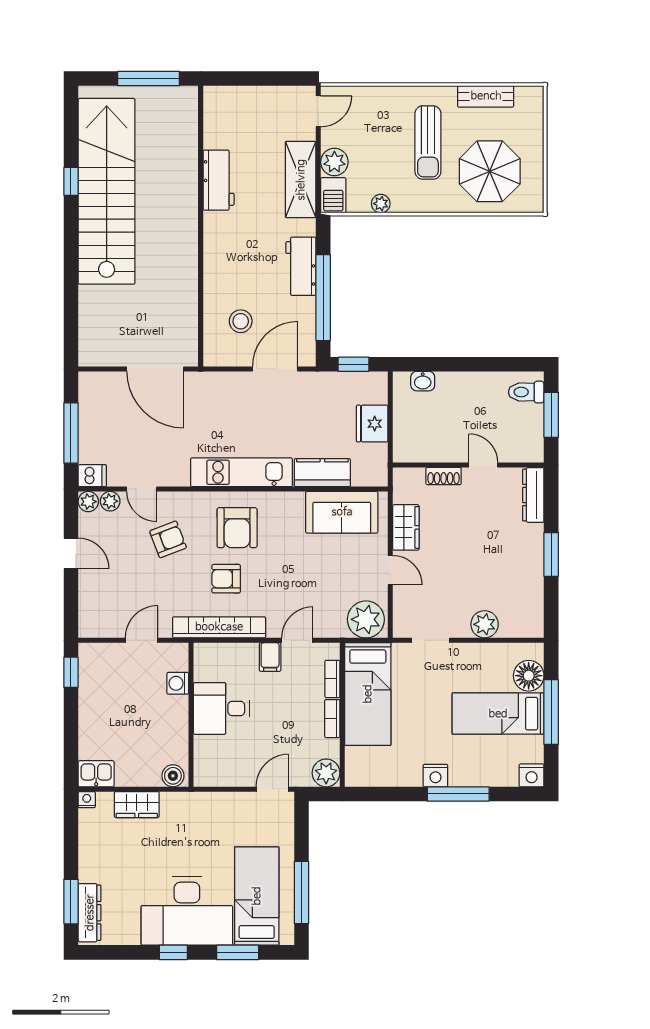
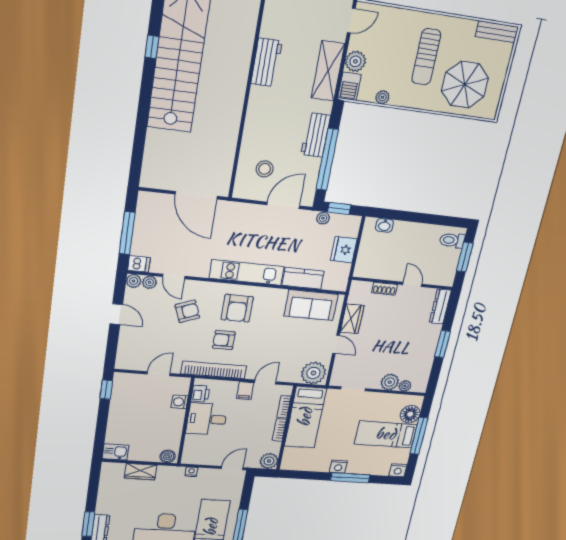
bench: (486, 96) -> (497, 32), moved
plant: (334, 381) -> (323, 218), added
plant: (509, 629) -> (405, 386), added
printer: (206, 667) -> (200, 394), added
nightstand: (87, 800) -> (191, 472), moved

